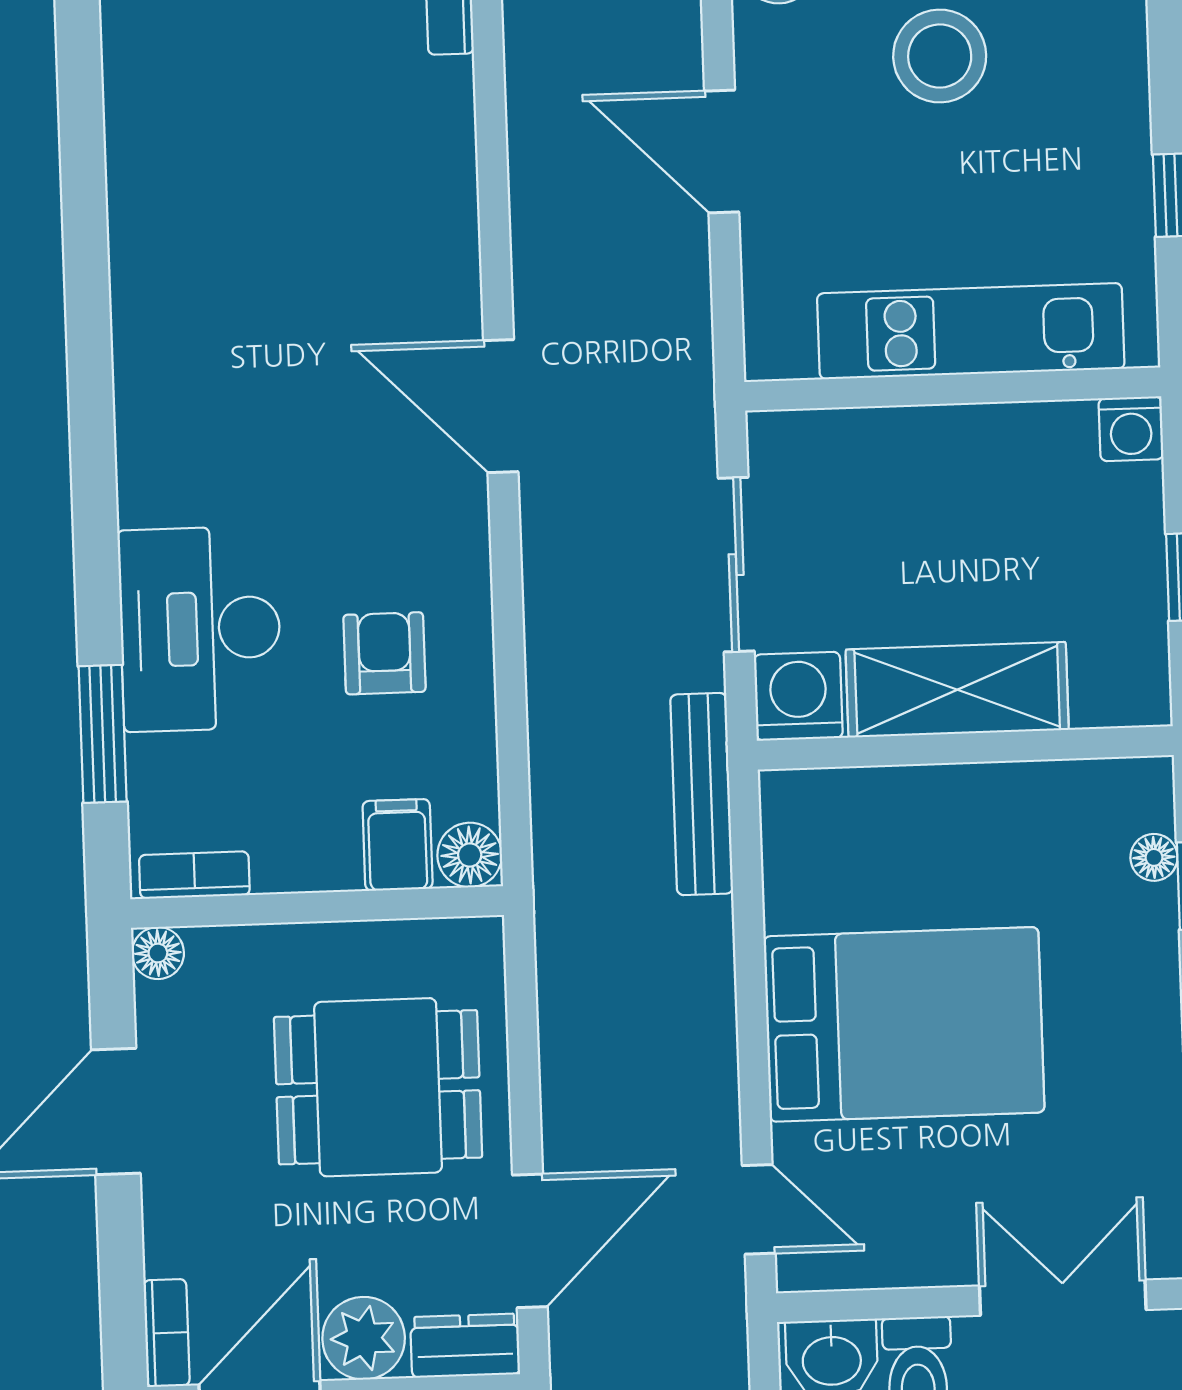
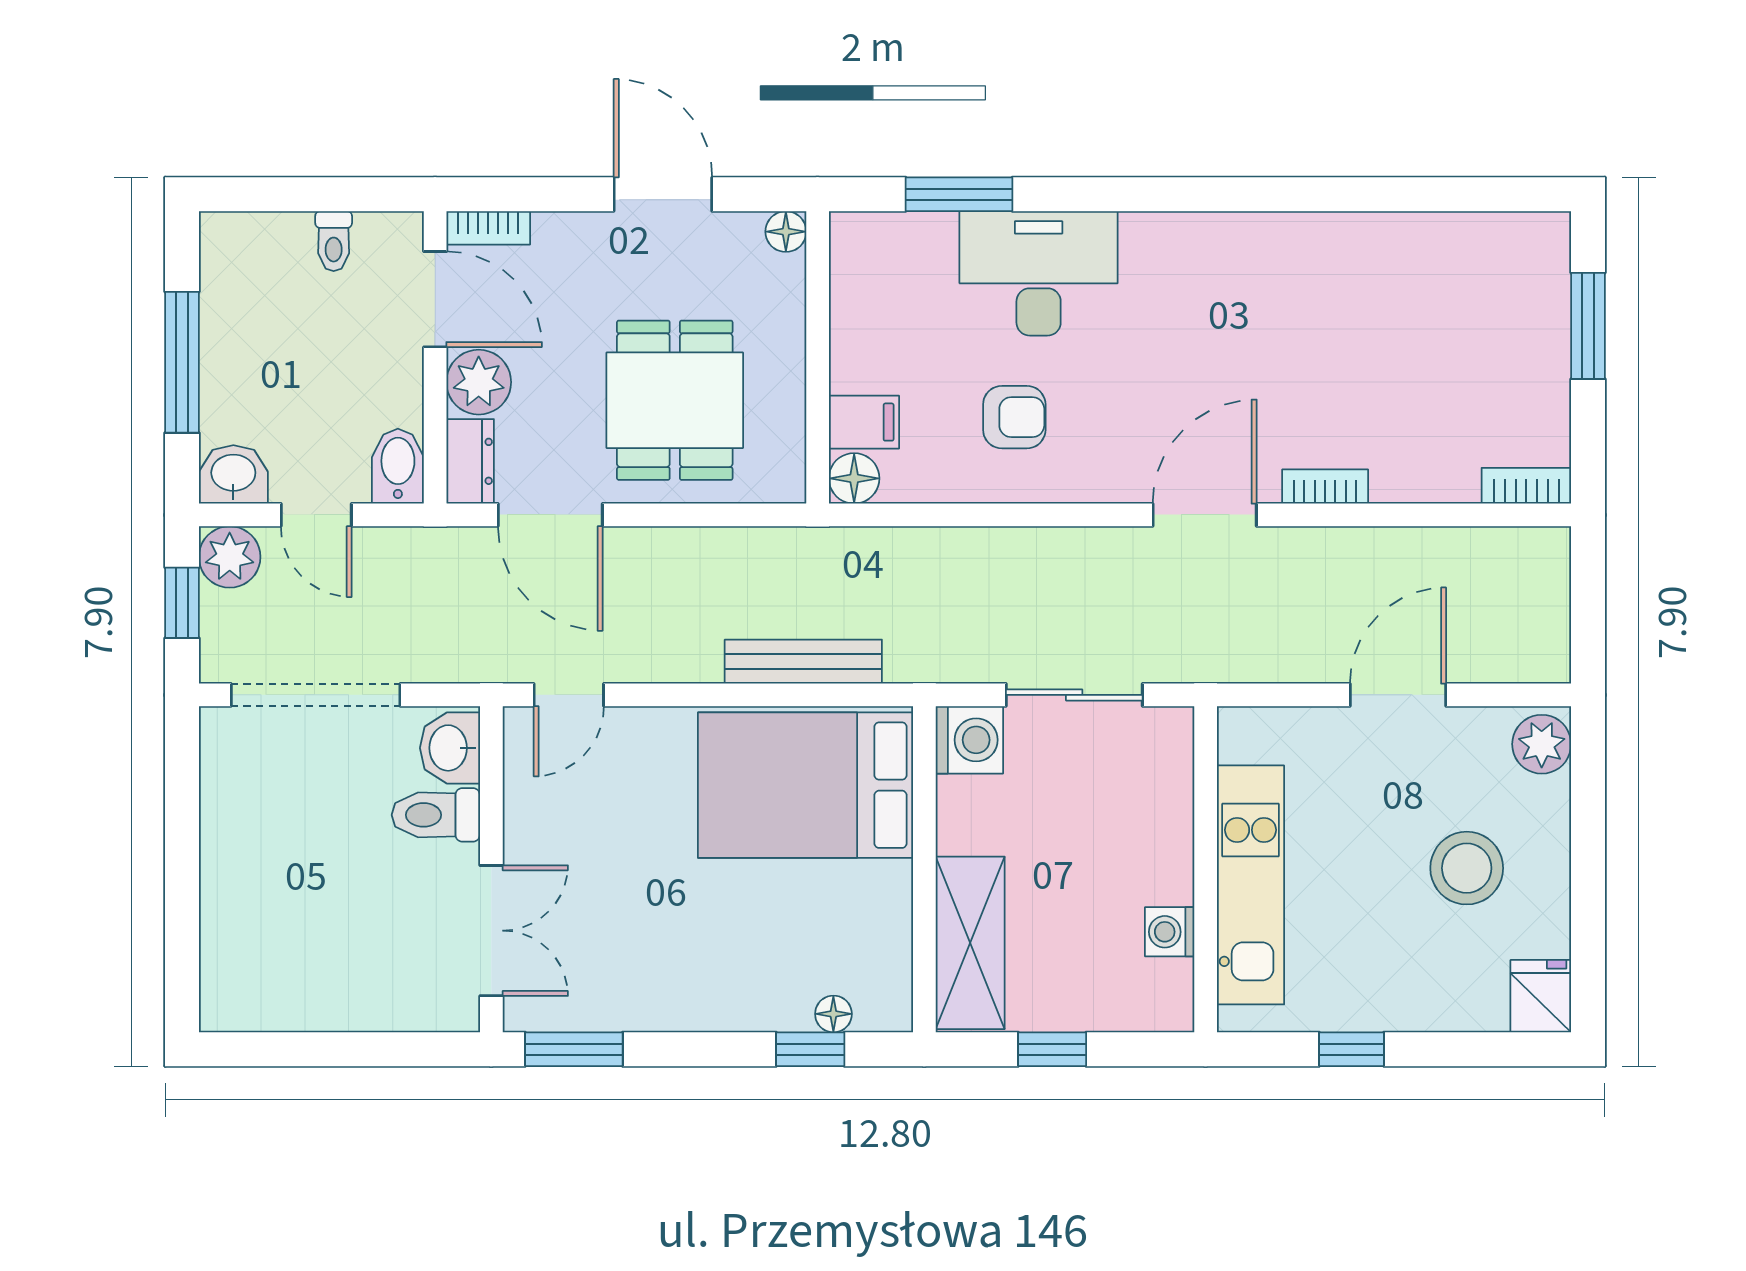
washing machine: (1131, 429) -> (1170, 932), moved
shelving: (957, 690) -> (970, 943), moved
bench: (702, 794) -> (803, 662), moved
bookcase: (194, 875) -> (1325, 486), moved, turned -90
bed: (904, 1024) -> (805, 785), moved, turned 90

